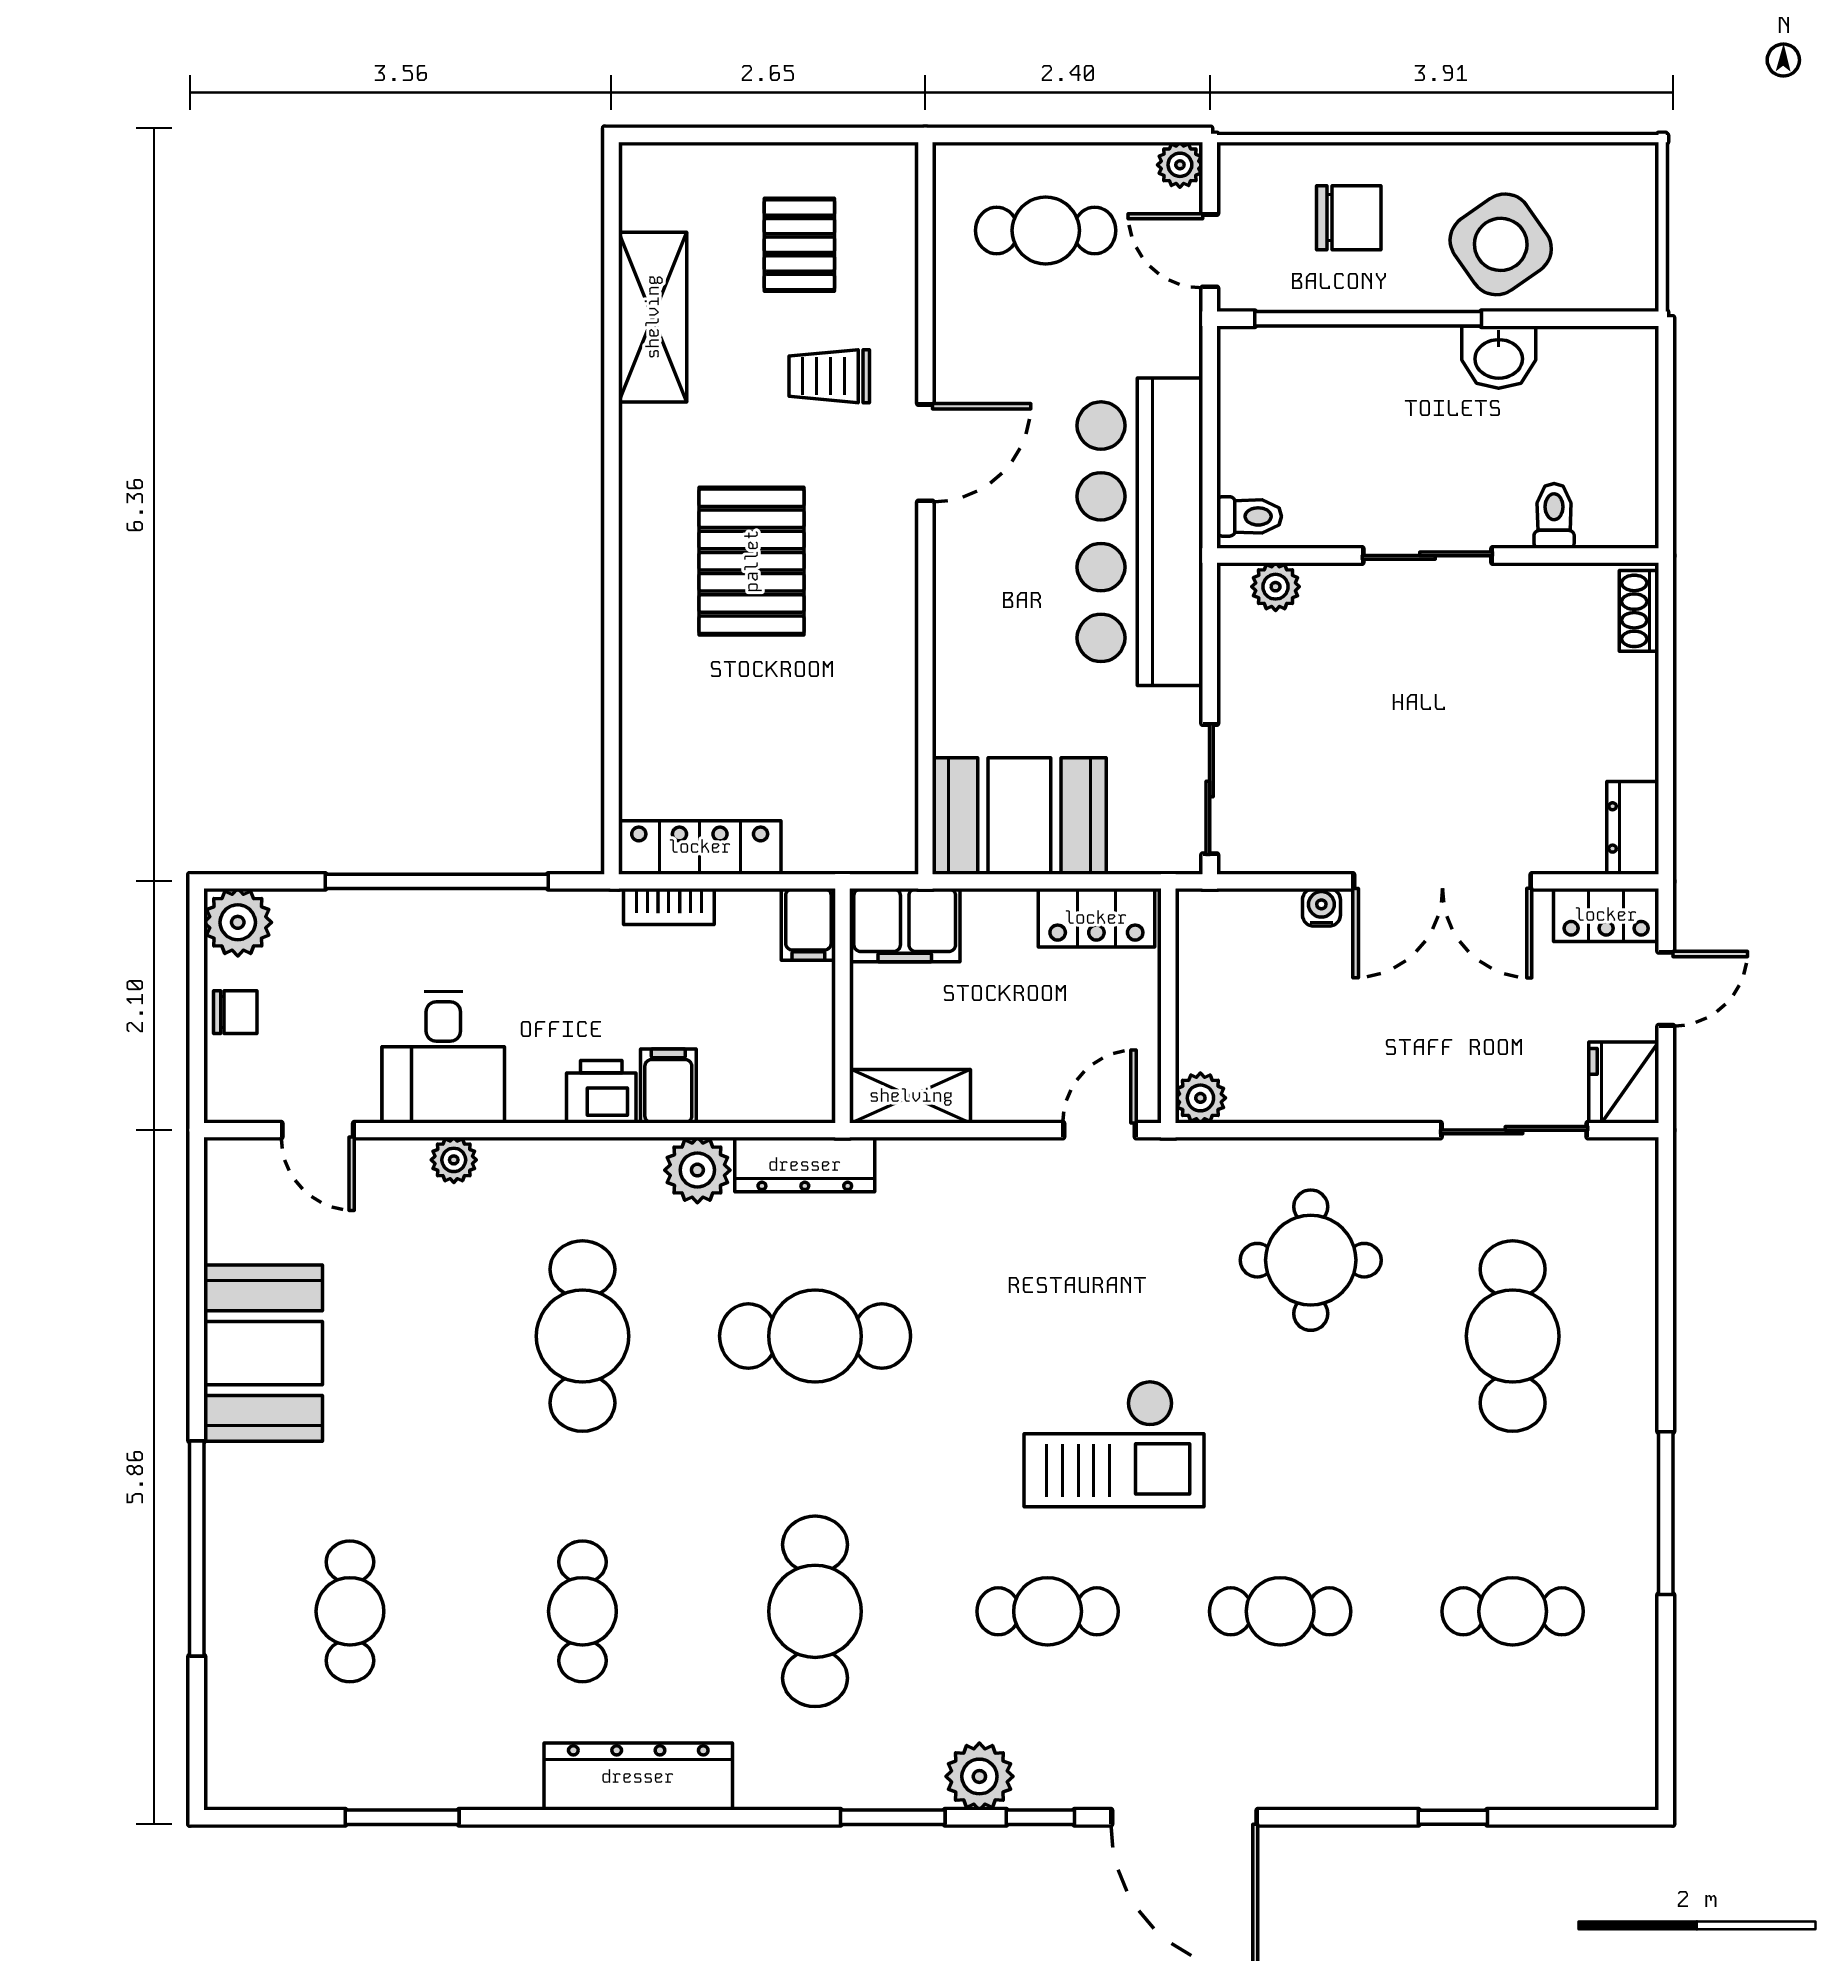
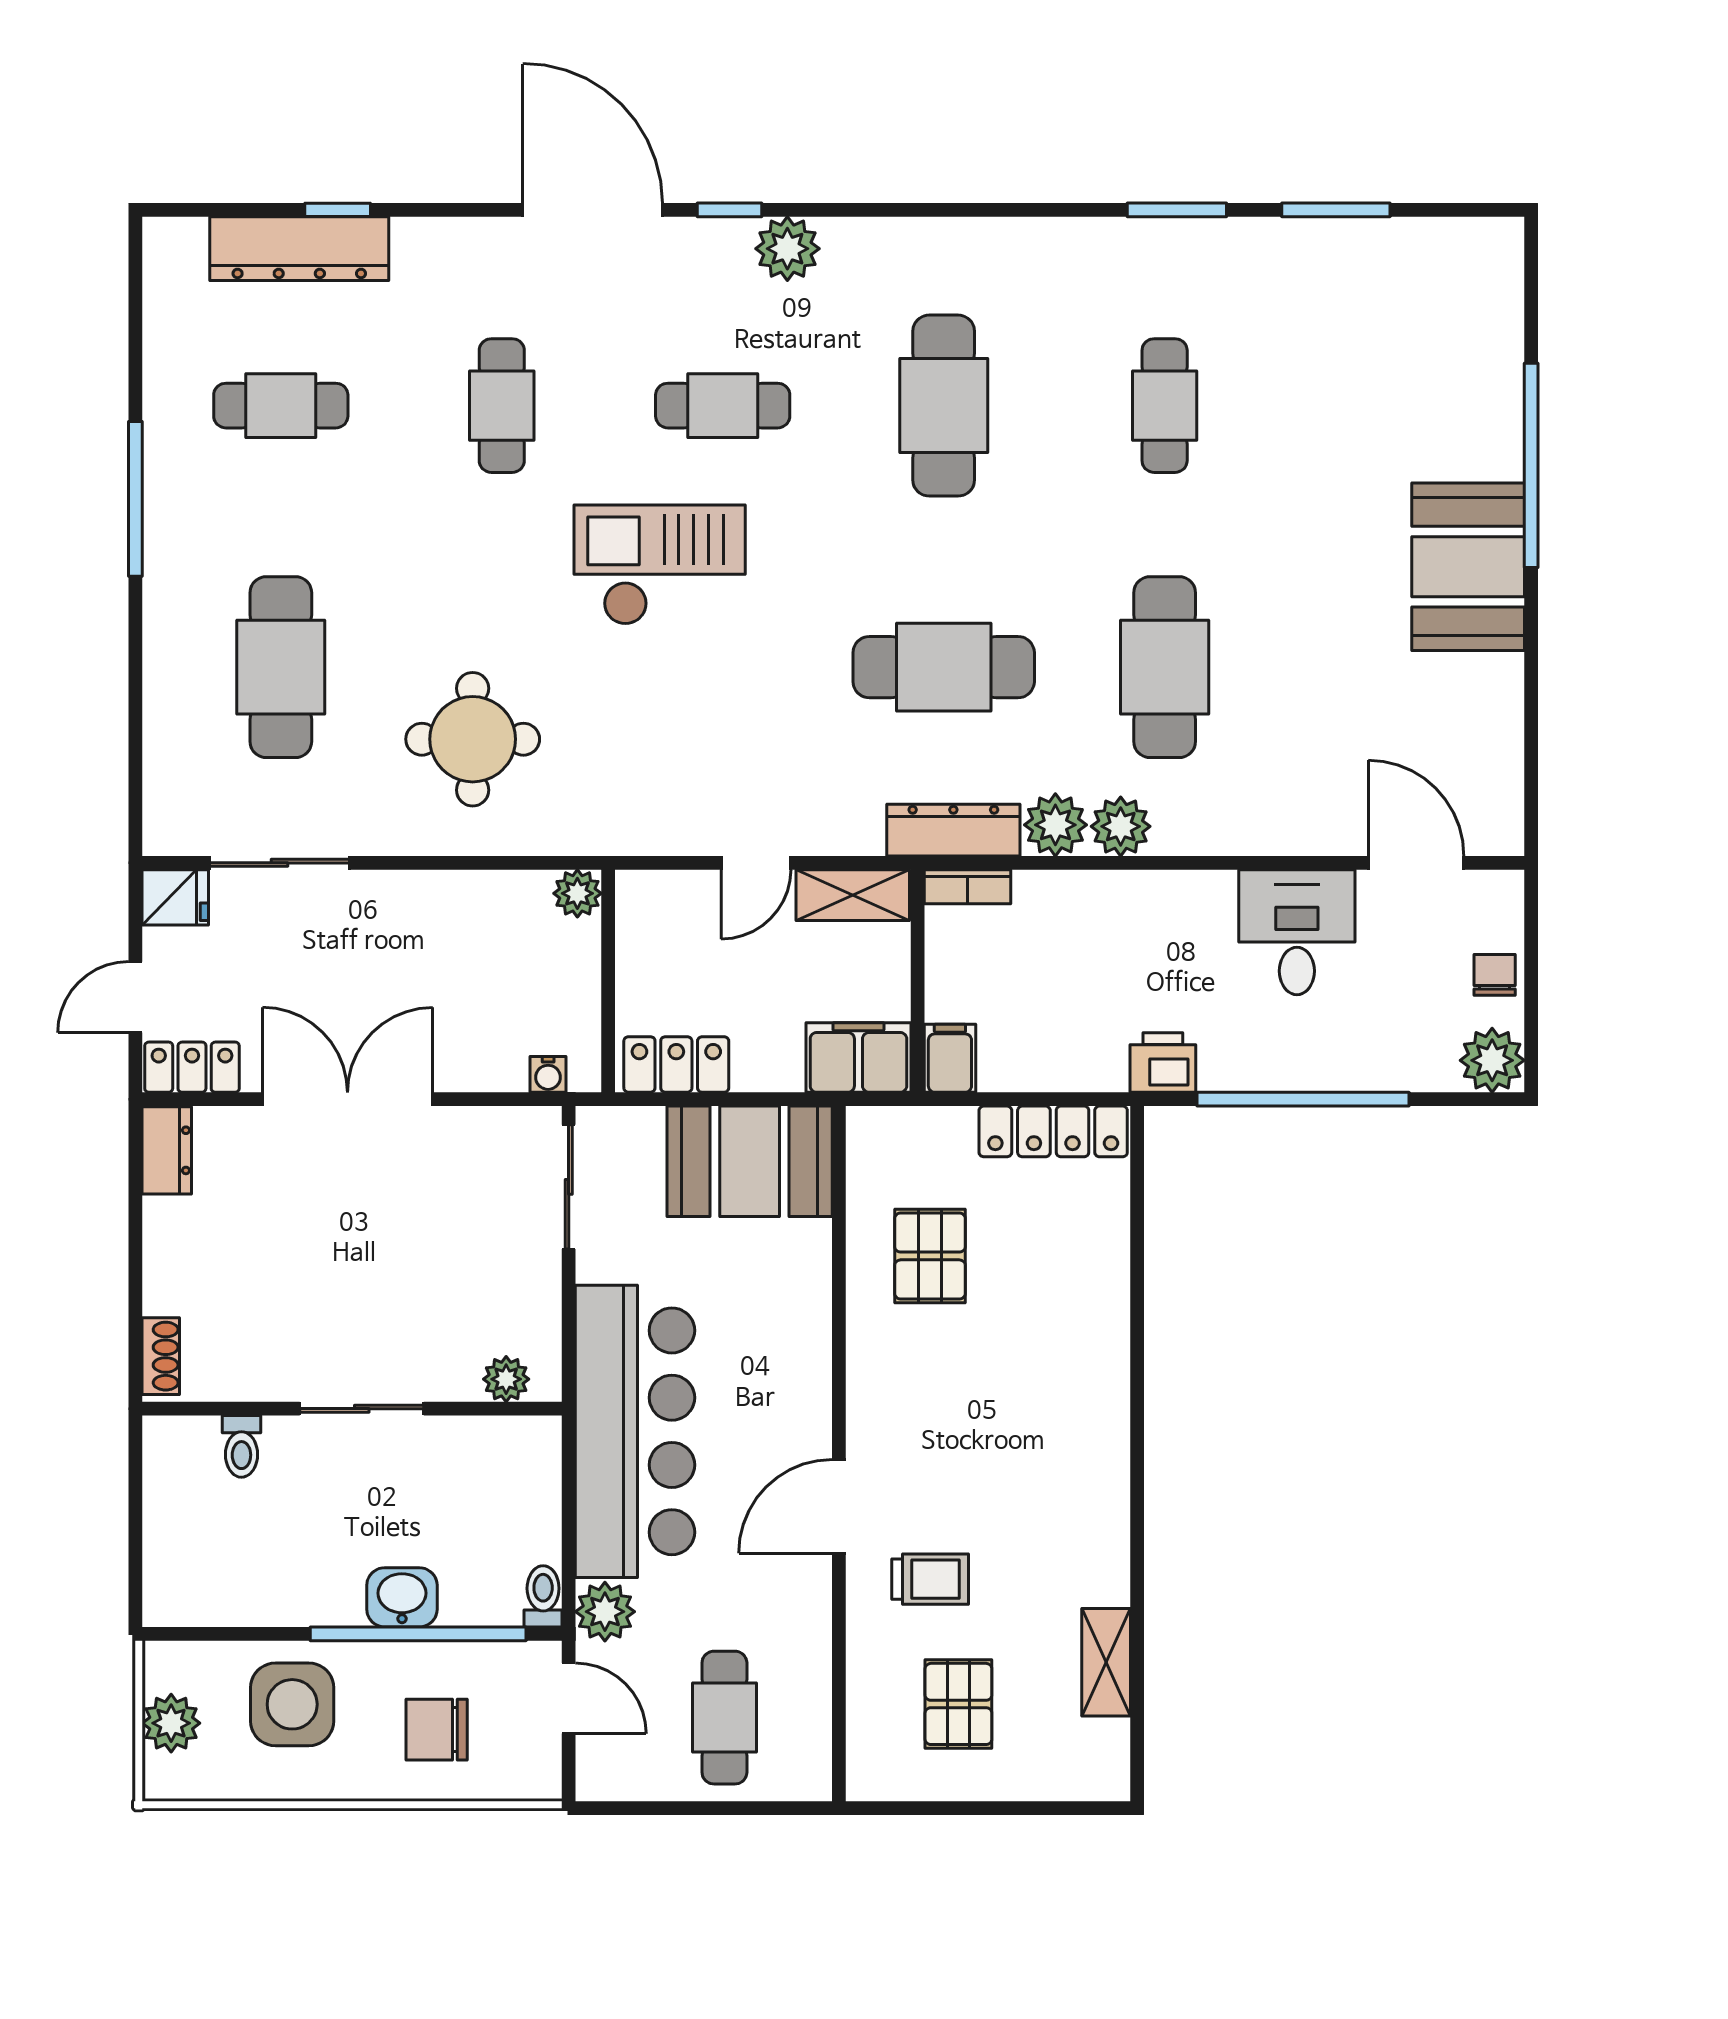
plant: (1180, 165) -> (605, 1612), moved, width x1.38, depth x1.38
plant: (1628, 225) -> (171, 1723), added
cafe table: (1046, 230) -> (724, 1718), turned 90
side table: (1501, 244) -> (292, 1704), turned 35
shelving: (653, 317) -> (1106, 1662), width x0.67, depth x0.75
washbasin: (1499, 357) -> (402, 1597), moved
toilet: (1249, 516) -> (543, 1596), moved, turned 90
pallet: (752, 561) -> (930, 1256), moved, width x0.67, depth x0.71
bookcase: (669, 907) -> (967, 887), moved, turned 180
water cooler: (1321, 907) -> (548, 1074), moved
chair: (235, 1012) -> (1495, 975), turned 90
fridge: (1624, 1082) -> (175, 897), width x0.72
filing cabinet: (668, 1086) -> (1083, 905), removed
printer: (601, 1092) -> (1163, 1063), moved, turned 180
door: (318, 1130) -> (1416, 863), width x1.38
door: (1099, 1130) -> (756, 863), moved
plant: (454, 1160) -> (1121, 826), moved, width x1.38, depth x1.38
booth: (263, 1353) -> (1468, 567), moved
cafe table: (350, 1611) -> (1386, 406), removed
cafe table: (1280, 1611) -> (502, 406), turned 90
dresser: (638, 1777) -> (299, 249), moved
window: (893, 1817) -> (1177, 210), moved

